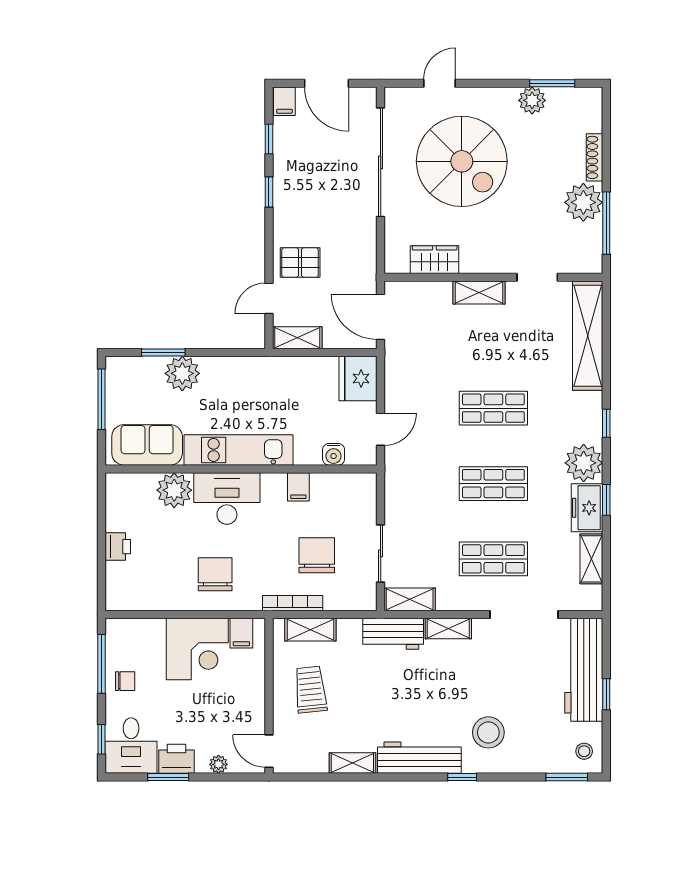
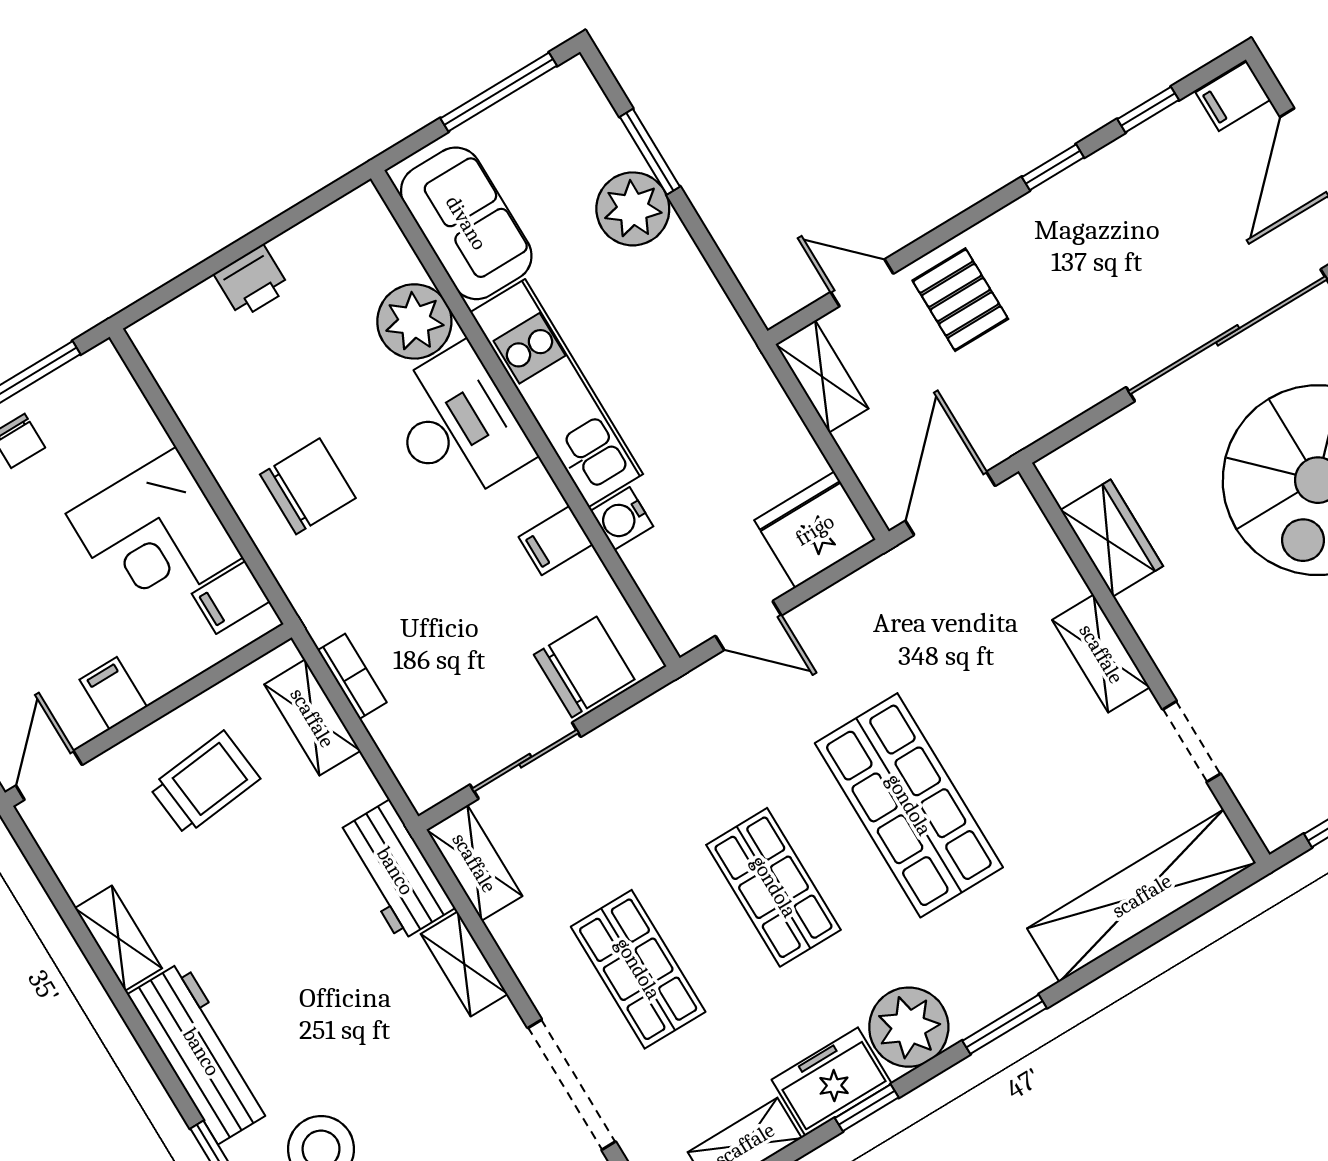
shop shelf: (493, 408) -> (909, 805), width x1.43, depth x1.36
window: (606, 423) -> (1005, 1024), width x1.50
water cooler: (334, 454) -> (622, 519), moved
chair: (317, 555) -> (584, 667), moved
bookcase: (293, 603) -> (352, 676), width x0.64
filing cabinet: (251, 705) -> (113, 693), added

